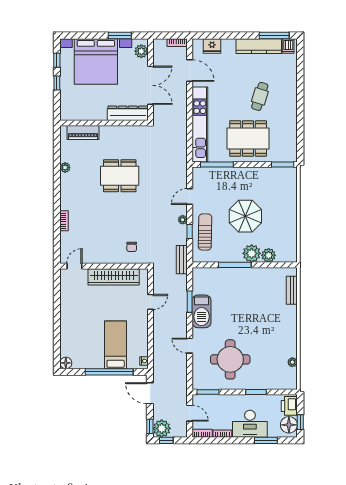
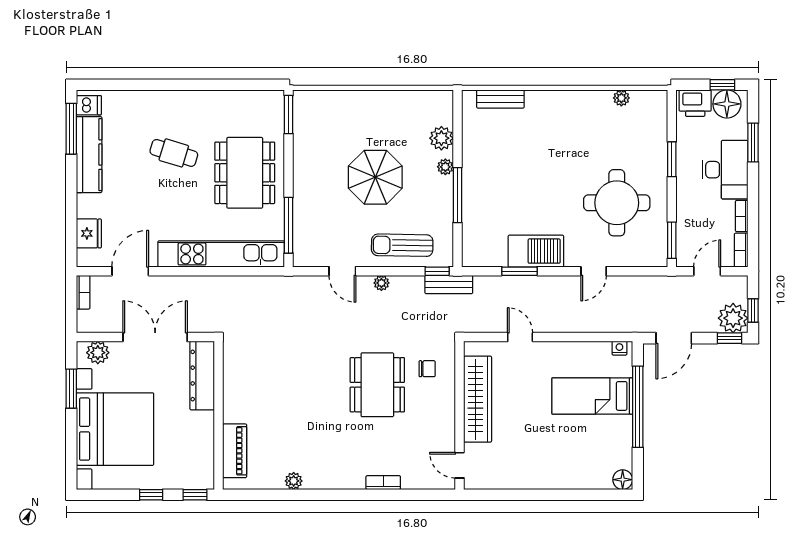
window: (57, 60) -> (195, 495), moved
dining table: (120, 176) -> (377, 385), moved
window: (190, 232) -> (437, 271), moved
plant: (252, 253) -> (445, 167), width x0.53, depth x0.53

